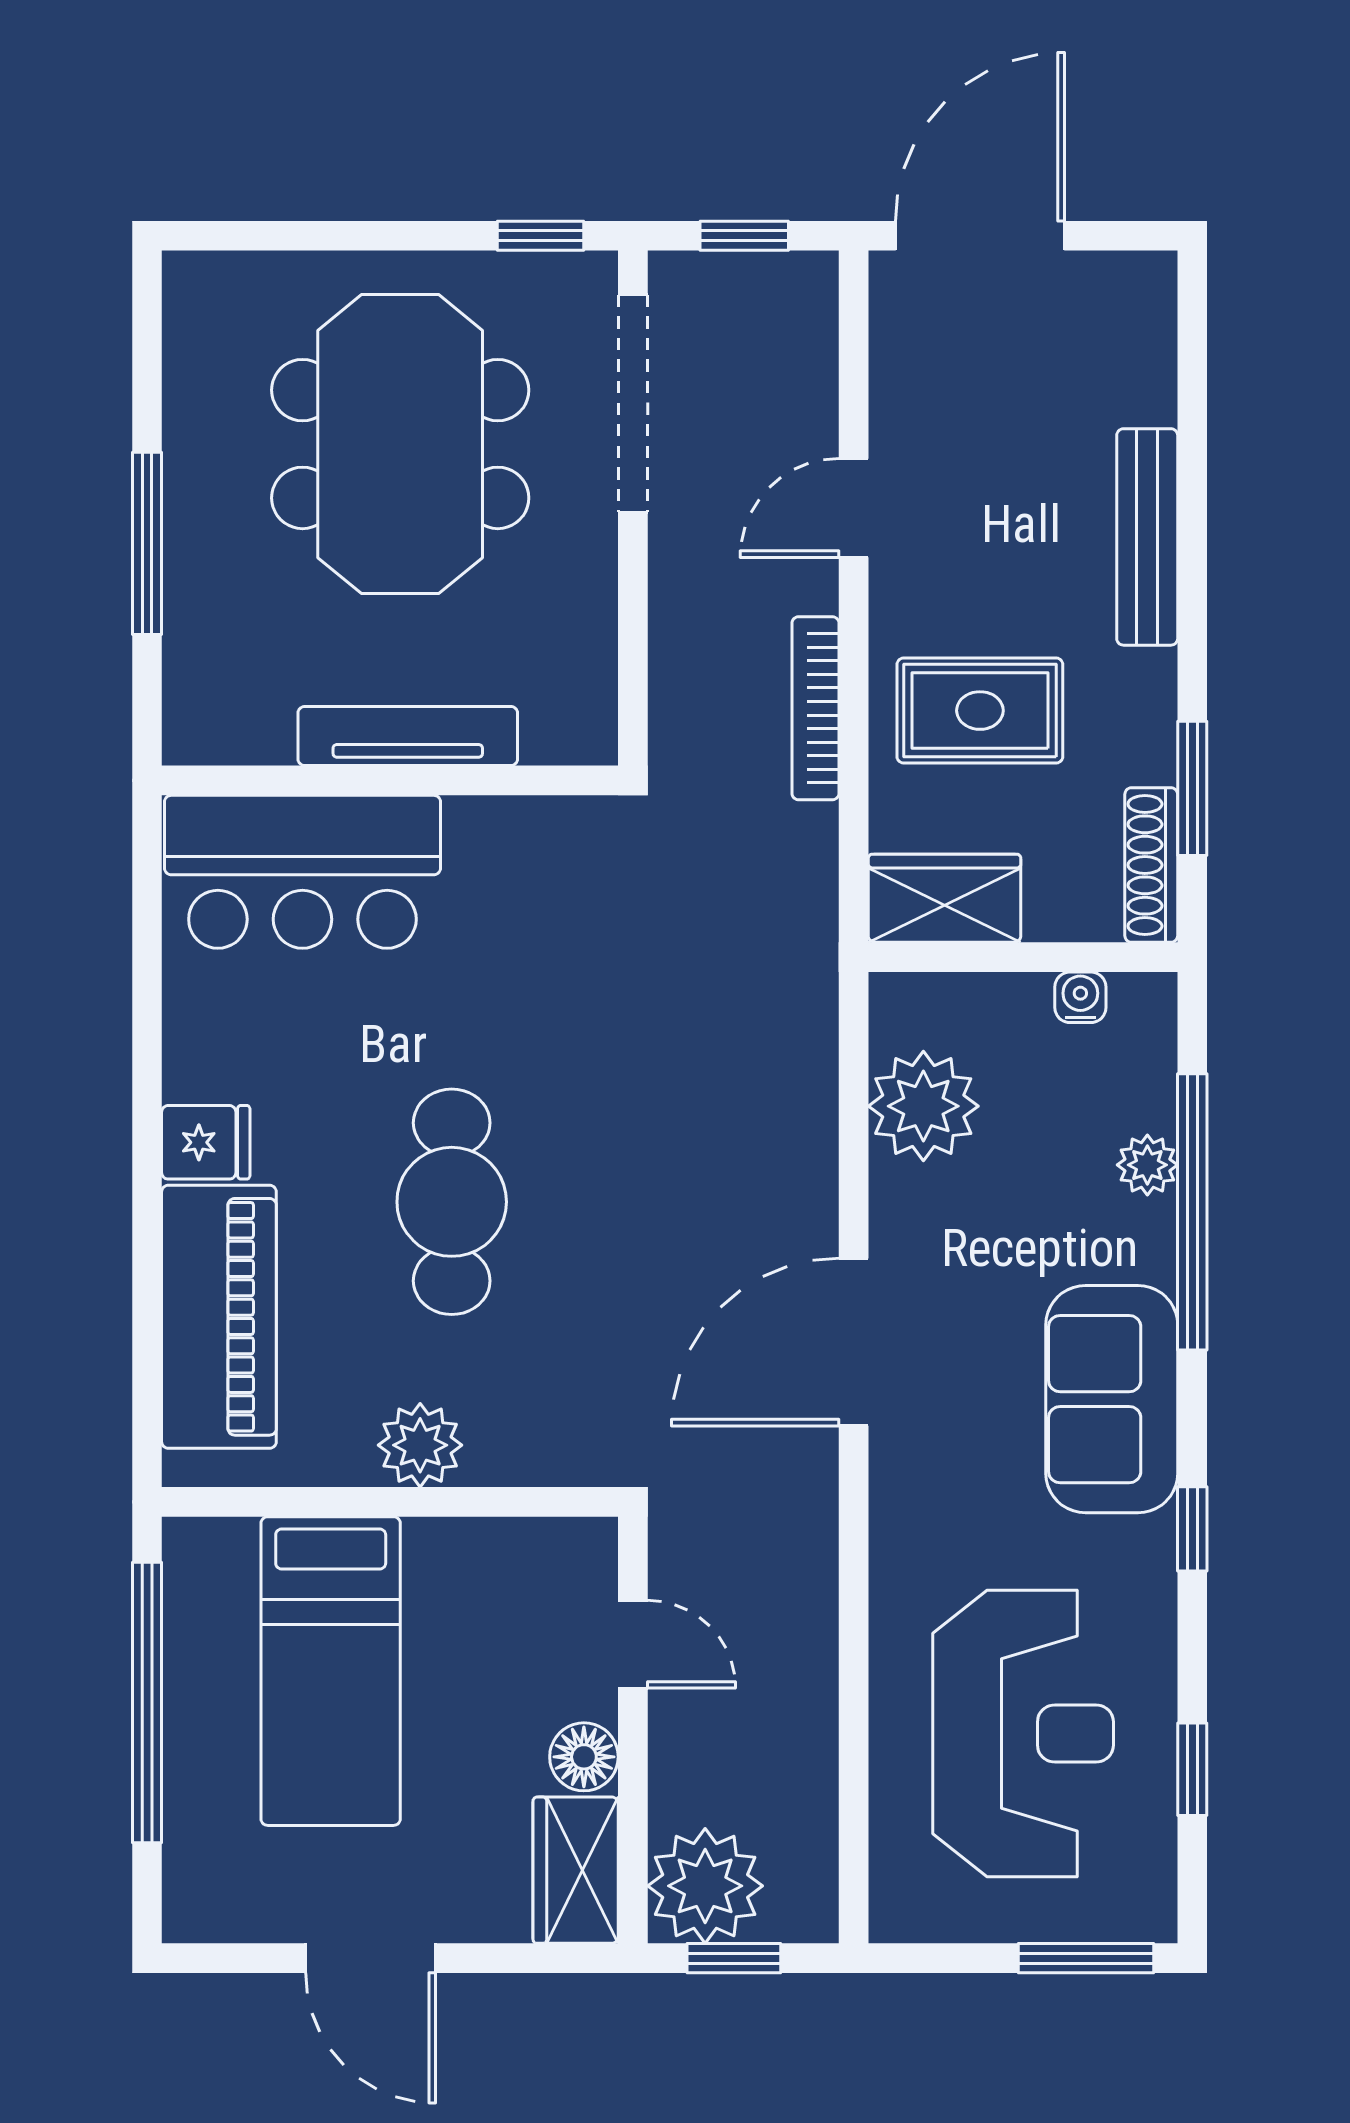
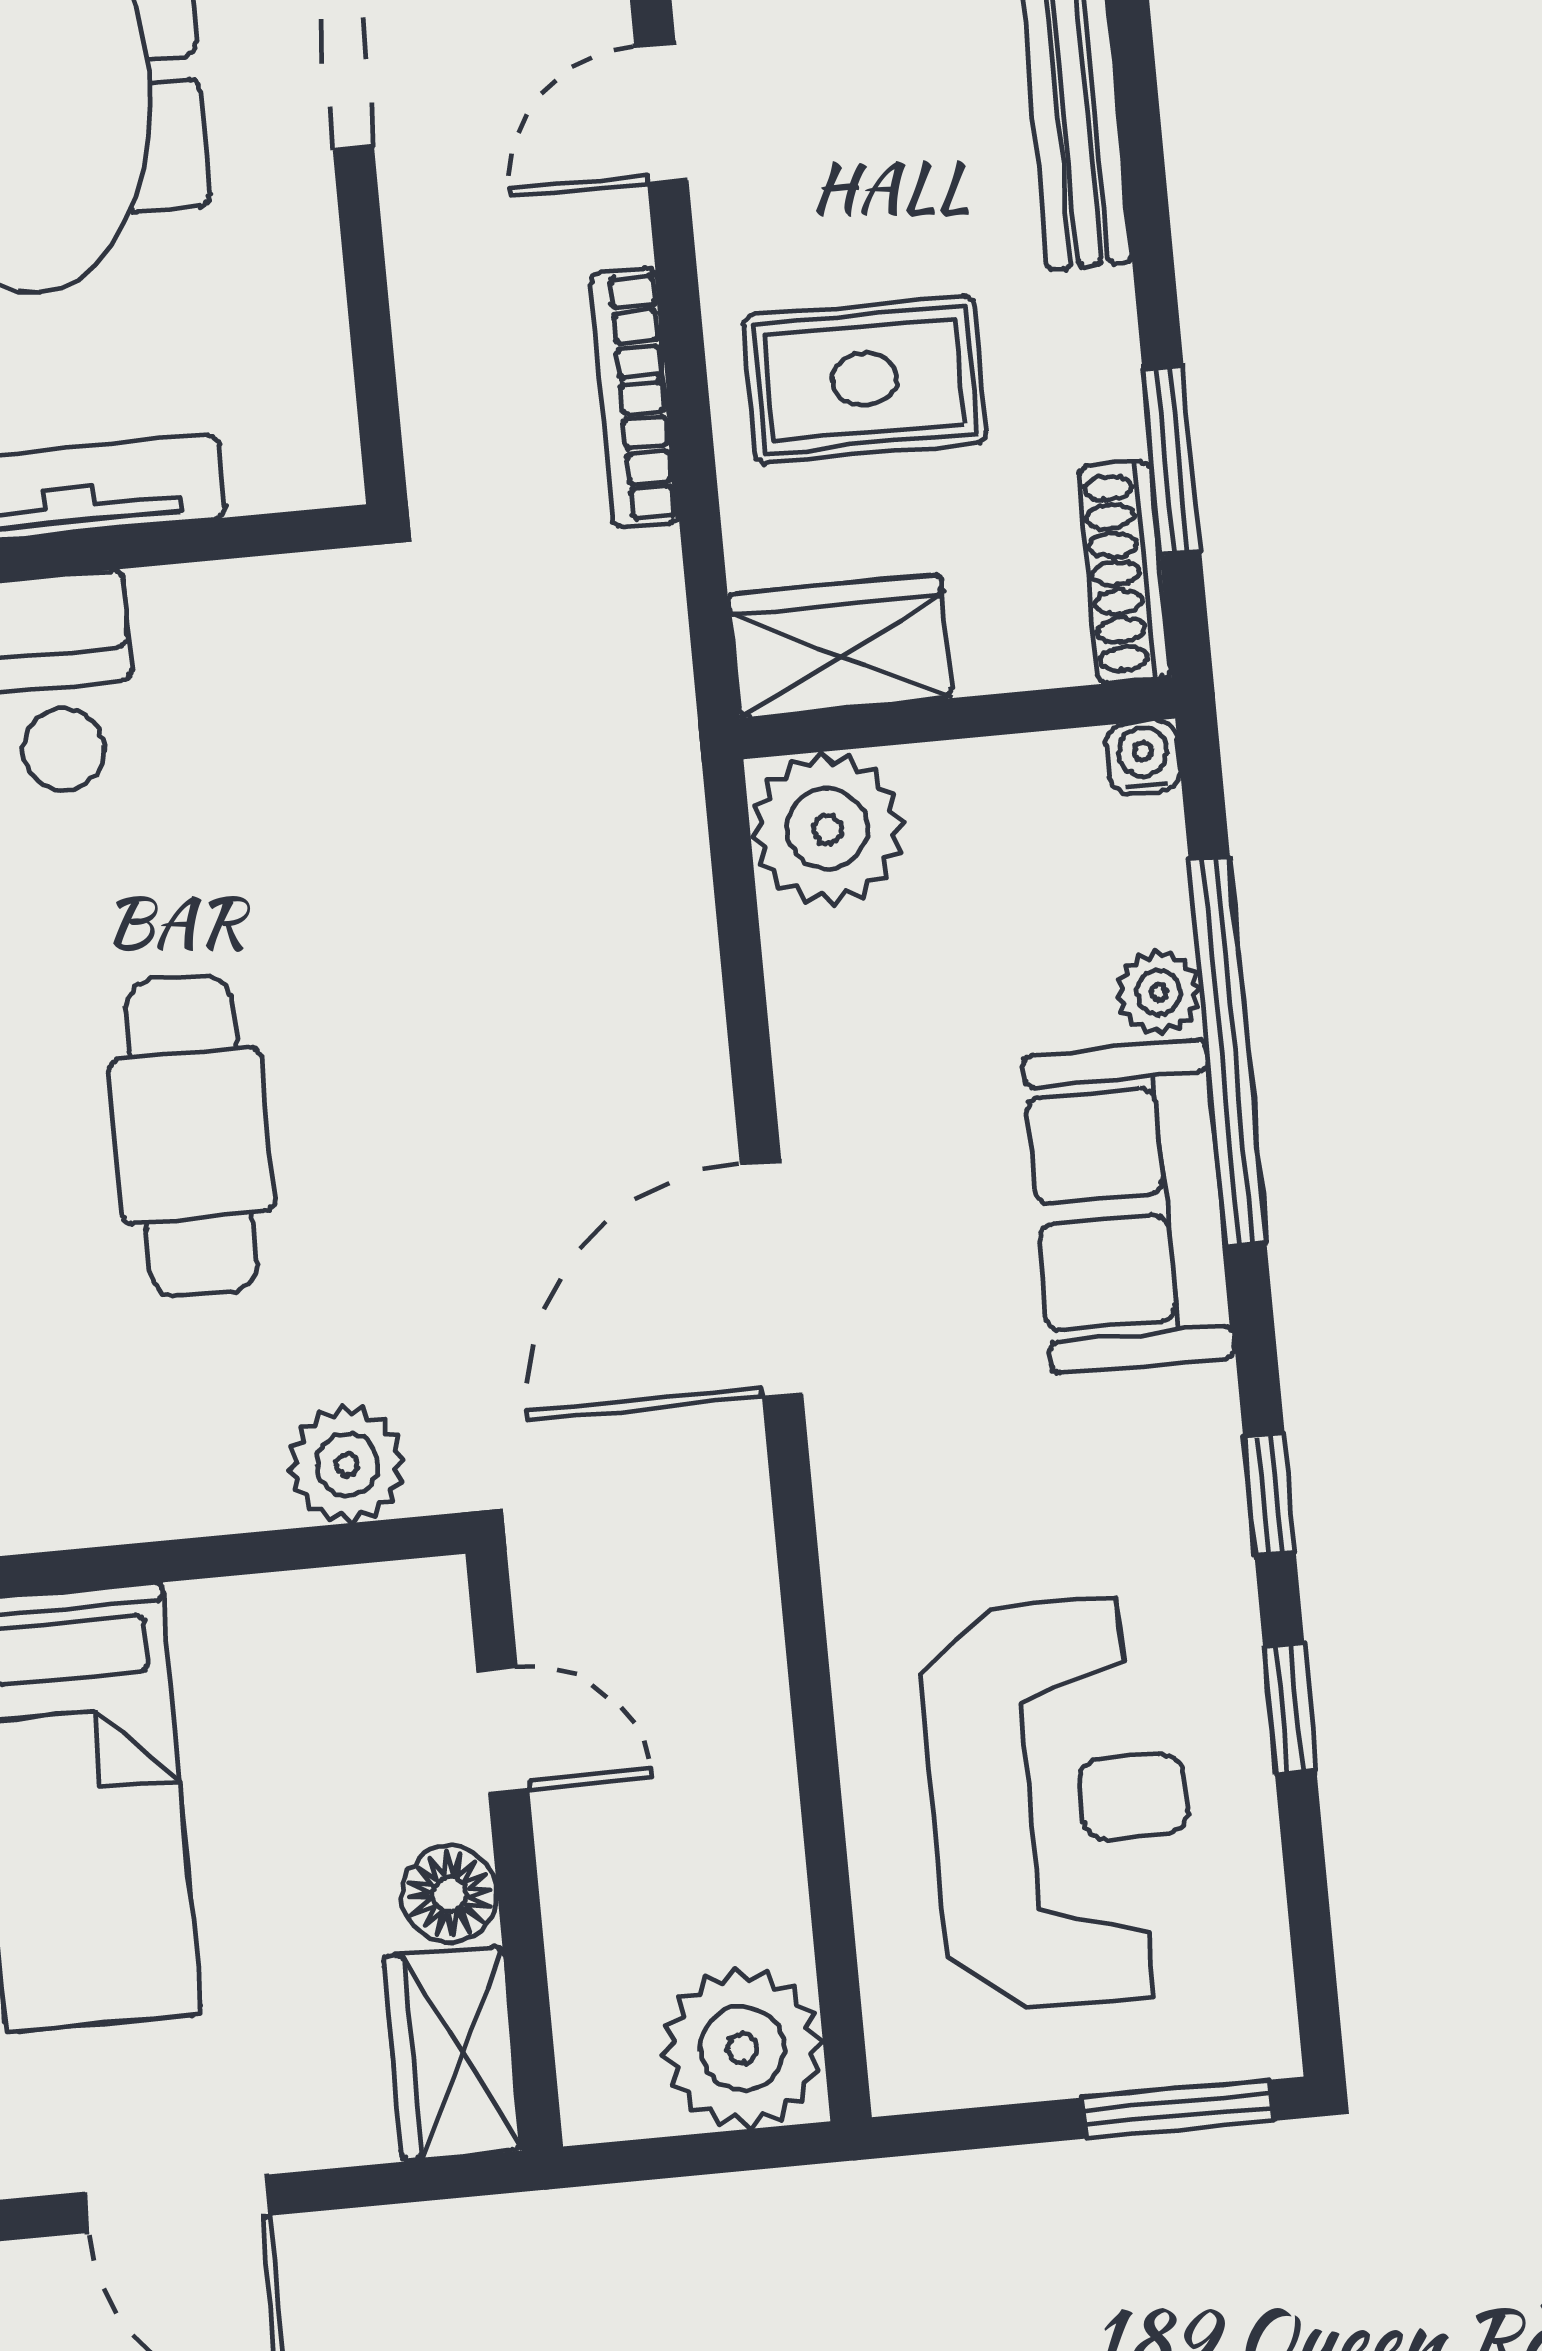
water cooler: (1080, 997) -> (1143, 757), moved
plant: (923, 1106) -> (827, 829), moved
sofa: (1112, 1399) -> (1129, 1206), moved
plant: (420, 1445) -> (347, 1464), moved
window: (1192, 1769) -> (1290, 1708), moved
plant: (705, 1886) -> (742, 2048), moved
window: (734, 1958) -> (686, 2156), removed

